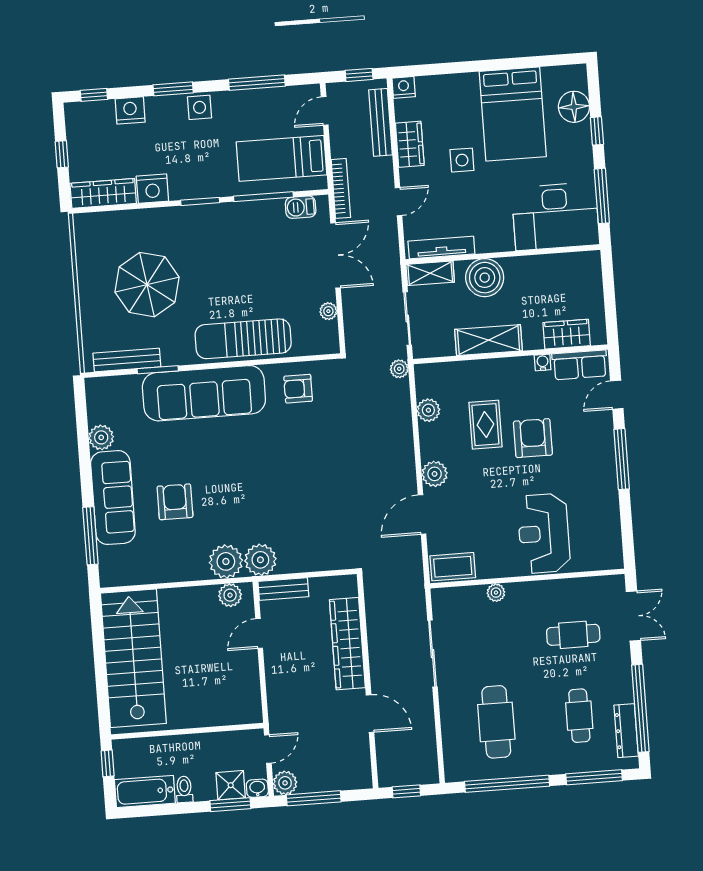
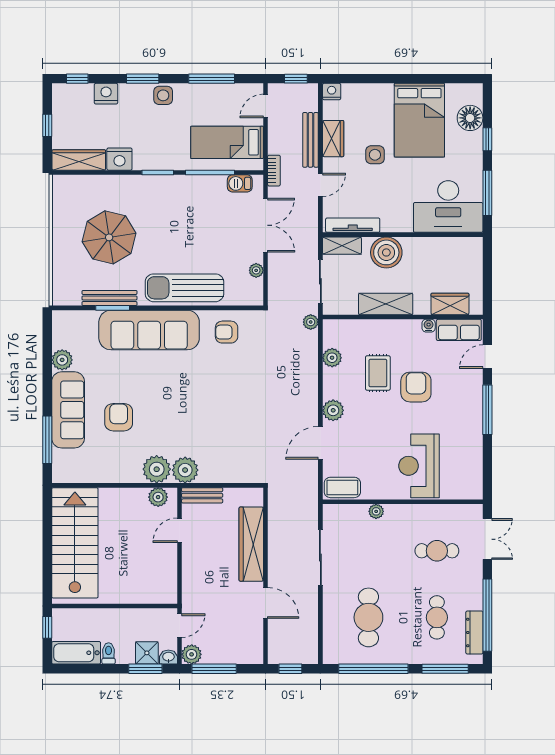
bench: (380, 122) -> (310, 140), moved
bookcase: (341, 188) -> (274, 171), width x0.64
bench: (127, 360) -> (109, 298), moved

